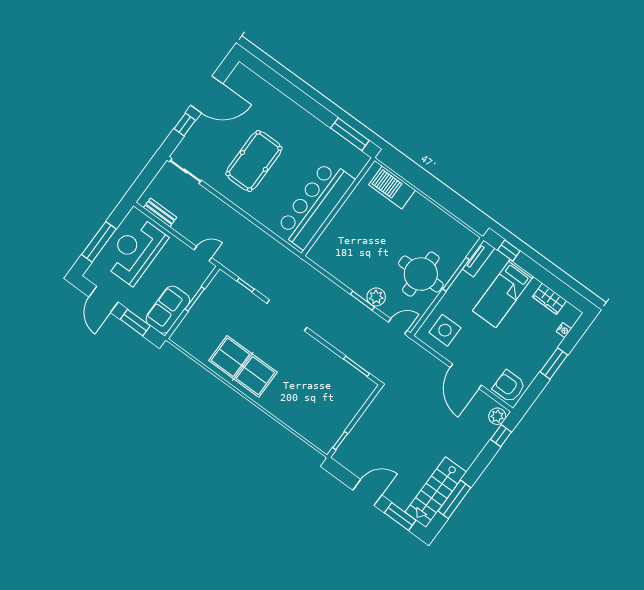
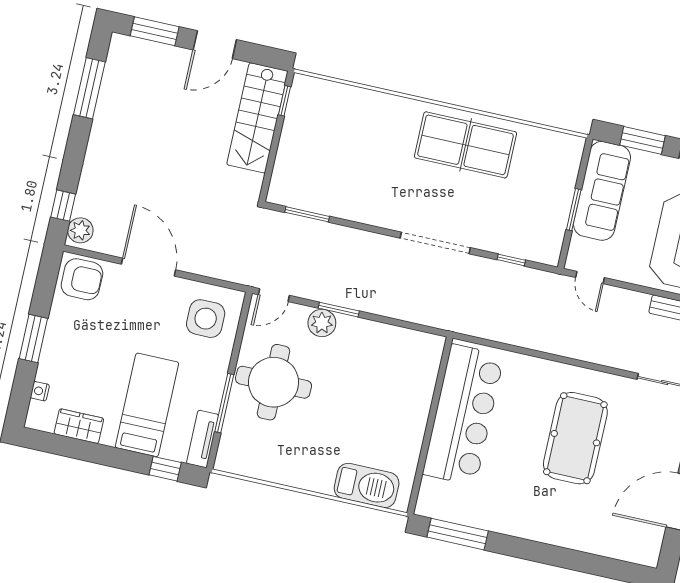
door: (203, 254) -> (590, 278), hinge flipped
sofa: (168, 310) -> (602, 191), width x1.36
stairs: (436, 492) -> (257, 118), moved, turned 180

